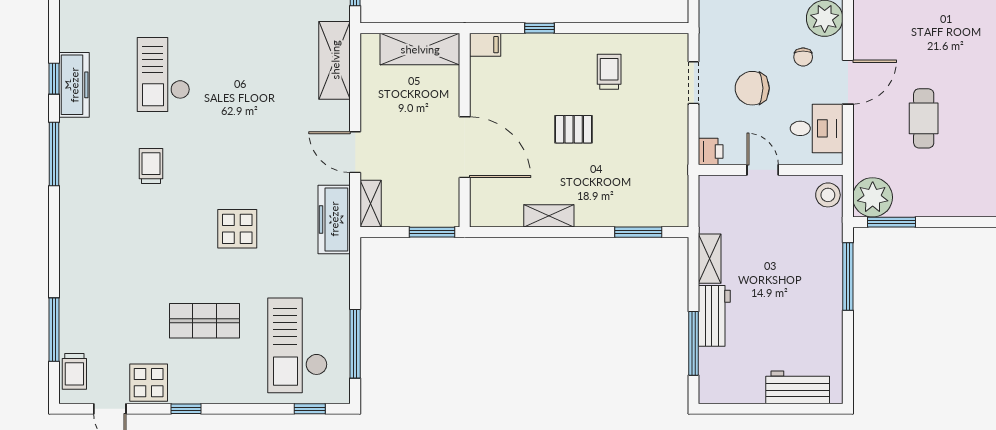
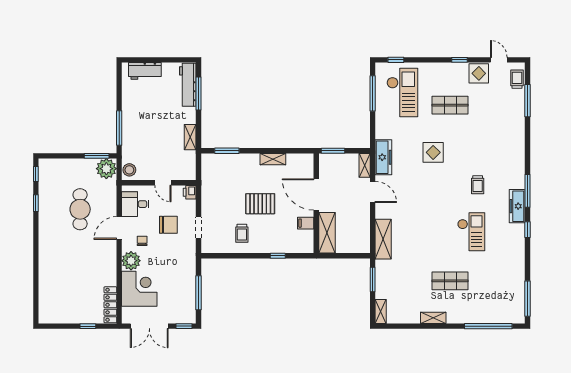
filing cabinet: (485, 45) -> (306, 223), moved
shelving: (420, 49) -> (327, 233), moved, turned 90
freezer: (74, 85) -> (517, 206), moved
cafe table: (924, 118) -> (80, 209), width x1.37, depth x1.35
pallet: (574, 129) -> (260, 204), width x1.50, depth x1.42
workbench: (714, 316) -> (188, 85), moved, width x1.38

